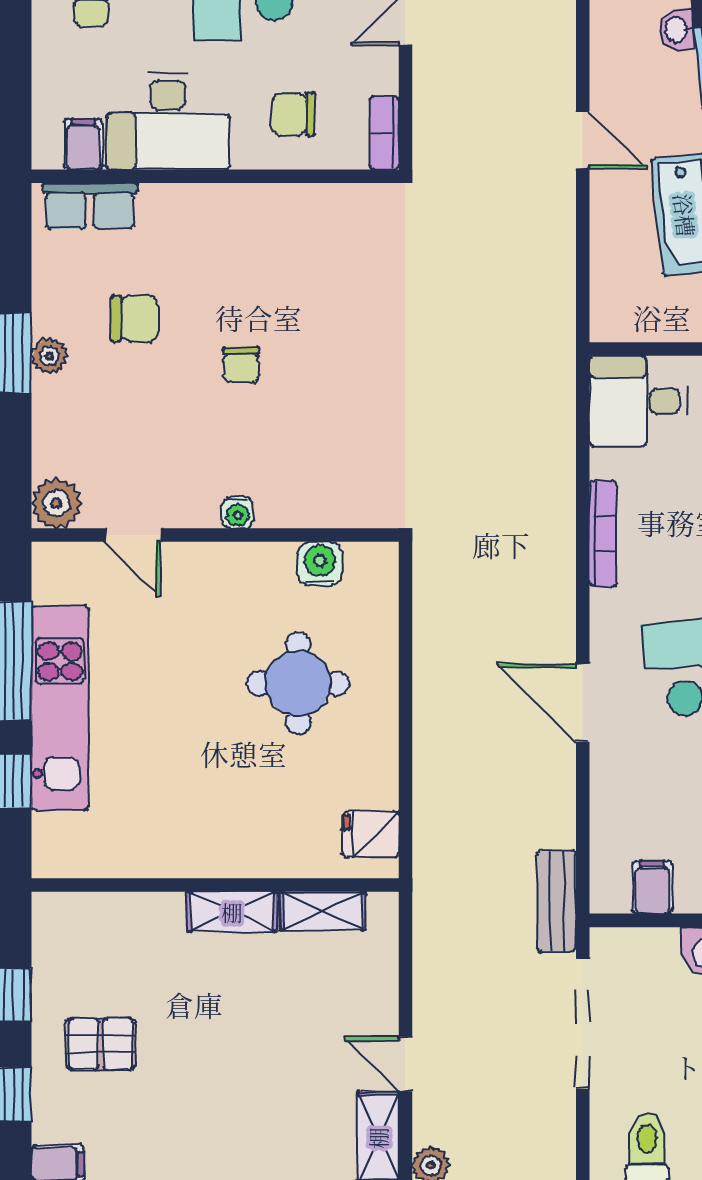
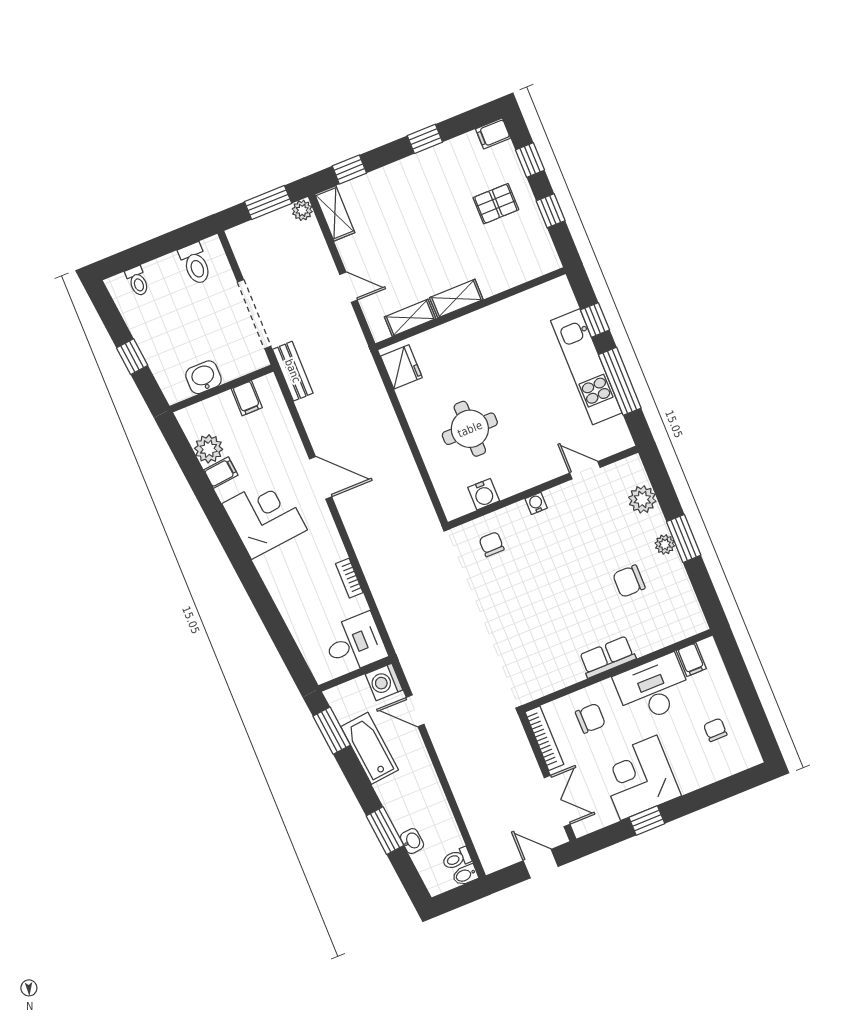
bookcase: (384, 133) -> (544, 738), width x1.56
door: (583, 140) -> (415, 711), moved
row of seats: (90, 206) -> (607, 657), moved
washing machine: (615, 316) -> (384, 682), added
chair: (241, 365) -> (492, 544), moved
plant: (56, 503) -> (642, 499), moved
bookcase: (603, 534) -> (349, 578), width x0.64
fridge: (371, 834) -> (401, 367), width x1.38
door: (406, 1064) -> (349, 287), moved

